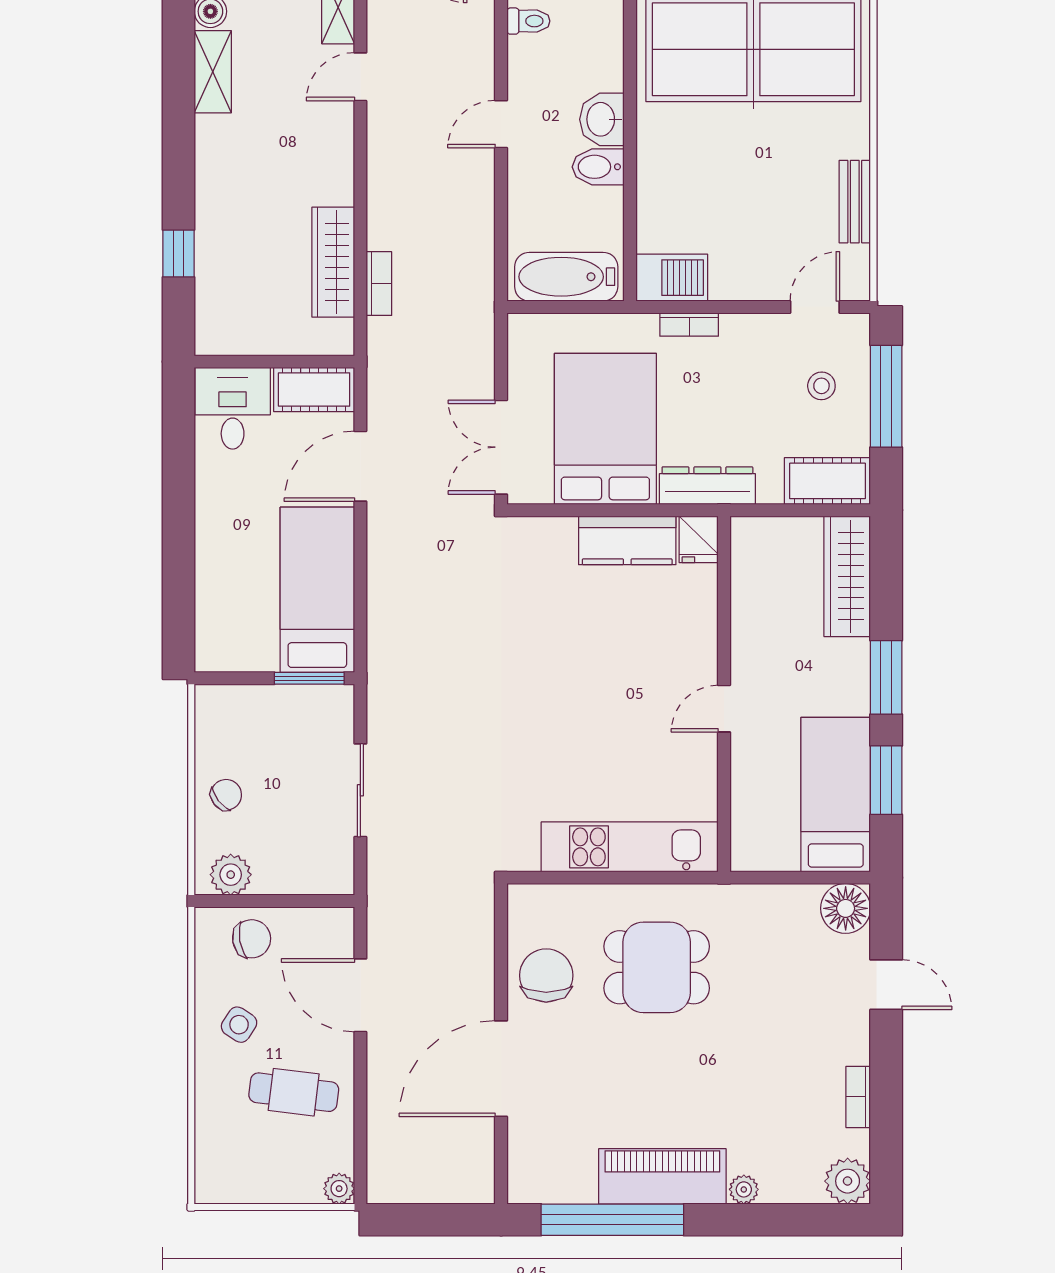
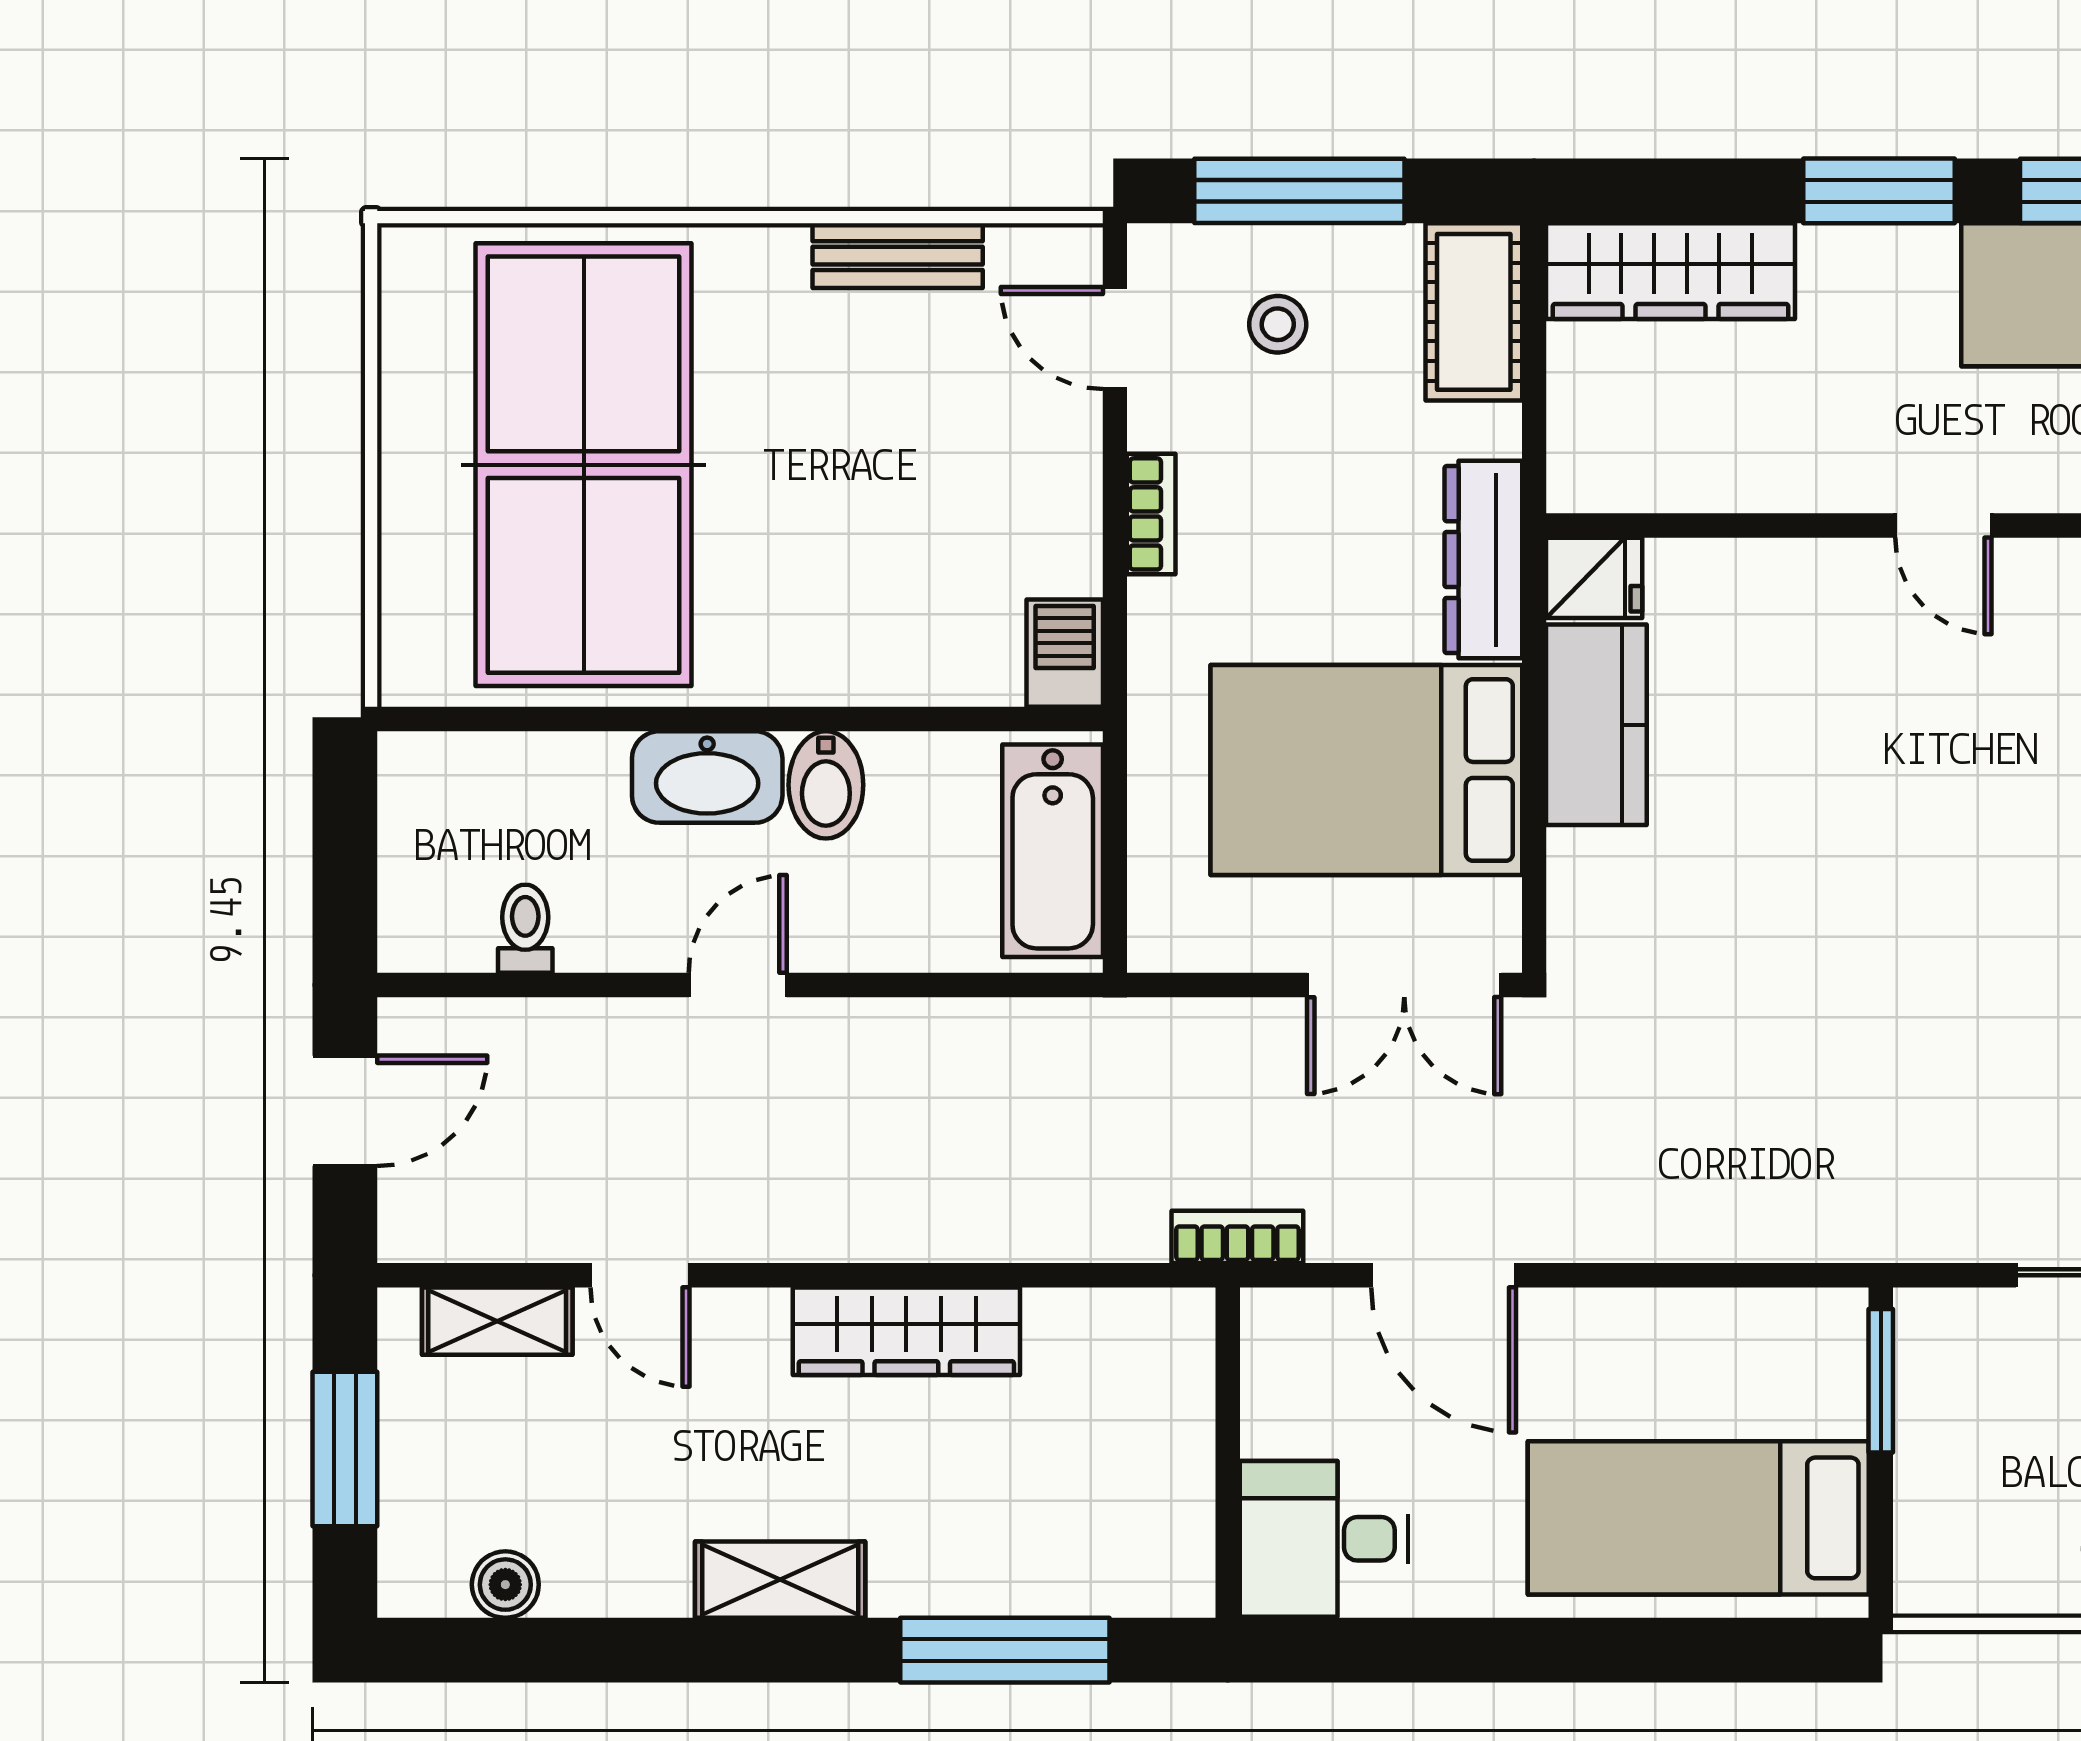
shelving: (213, 72) -> (780, 1580), moved
washbasin: (602, 119) -> (707, 777), width x1.38
door: (501, 124) -> (738, 985), swing flipped
window: (179, 254) -> (1005, 1650), width x2.17
wardrobe: (333, 262) -> (906, 1331), moved
barbecue: (672, 278) -> (1065, 653), width x0.73, depth x0.79
bookcase: (379, 284) -> (1237, 1237), moved
bookcase: (689, 324) -> (1151, 514), moved
cot: (314, 390) -> (1285, 1371), removed
bed: (317, 590) -> (1698, 1518), moved

